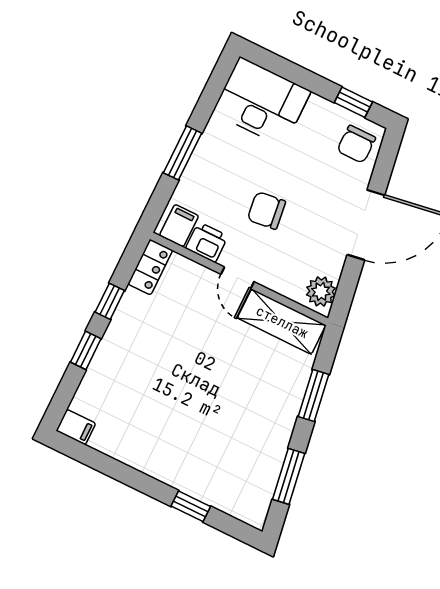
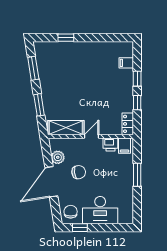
desk: (262, 102) -> (100, 210), moved
chair: (266, 210) -> (79, 172), moved
door: (238, 278) -> (91, 136), hinge flipped
plant: (321, 292) -> (58, 157), moved
filing cabinet: (76, 427) -> (126, 63), moved

